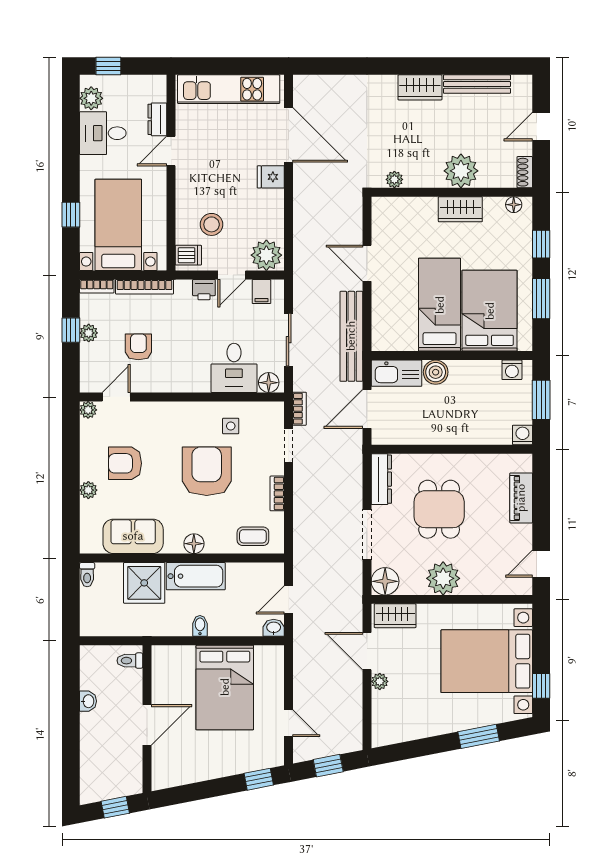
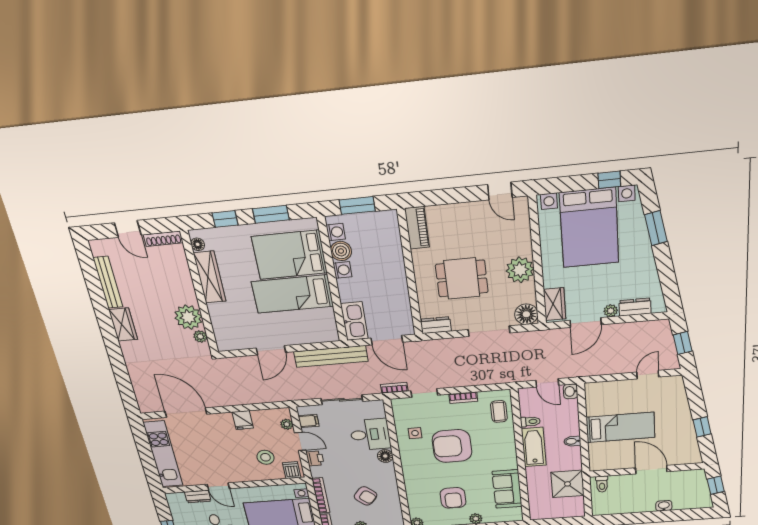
door: (289, 135) -> (186, 413), hinge flipped
plant: (461, 171) -> (188, 317), moved
shoe rack: (525, 172) -> (163, 239), width x1.43
fridge: (271, 177) -> (243, 420), moved
wardrobe: (460, 209) -> (210, 277), width x1.50
plant: (266, 255) -> (287, 424), width x0.53, depth x0.53
armchair: (138, 347) -> (366, 496), turned -139
boiler: (436, 372) -> (341, 251), moved
floor lamp: (269, 383) -> (385, 456), moved
door: (116, 397) -> (405, 507), removed
washing machine: (522, 435) -> (342, 270), moved, turned 180
dresser: (381, 479) -> (436, 325), width x0.70
piano: (521, 498) -> (417, 228), moved, turned -90
floor lamp: (194, 544) -> (509, 450), removed
toilet: (87, 575) -> (530, 422), moved
shower: (144, 583) -> (568, 484), moved
bed: (225, 687) -> (620, 427), width x0.67
washbasin: (88, 701) -> (664, 506), moved
dresser: (382, 710) -> (635, 307), added
window: (259, 779) -> (702, 427), moved

